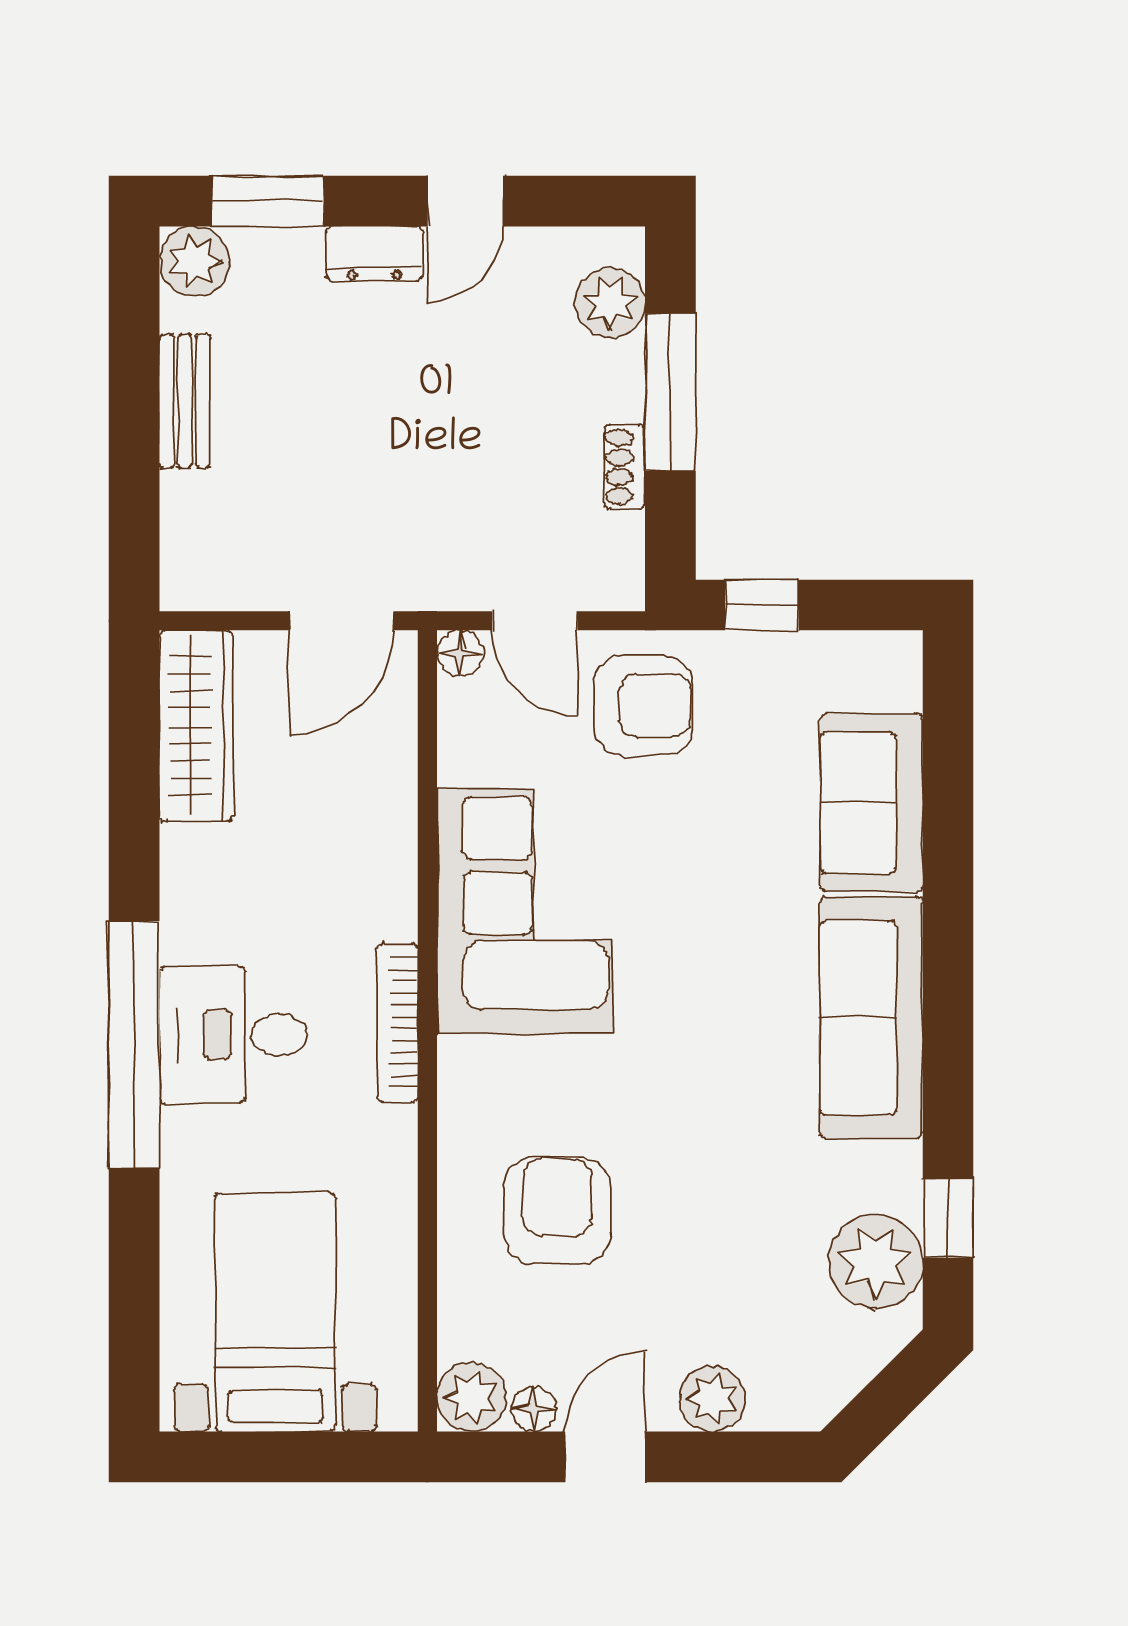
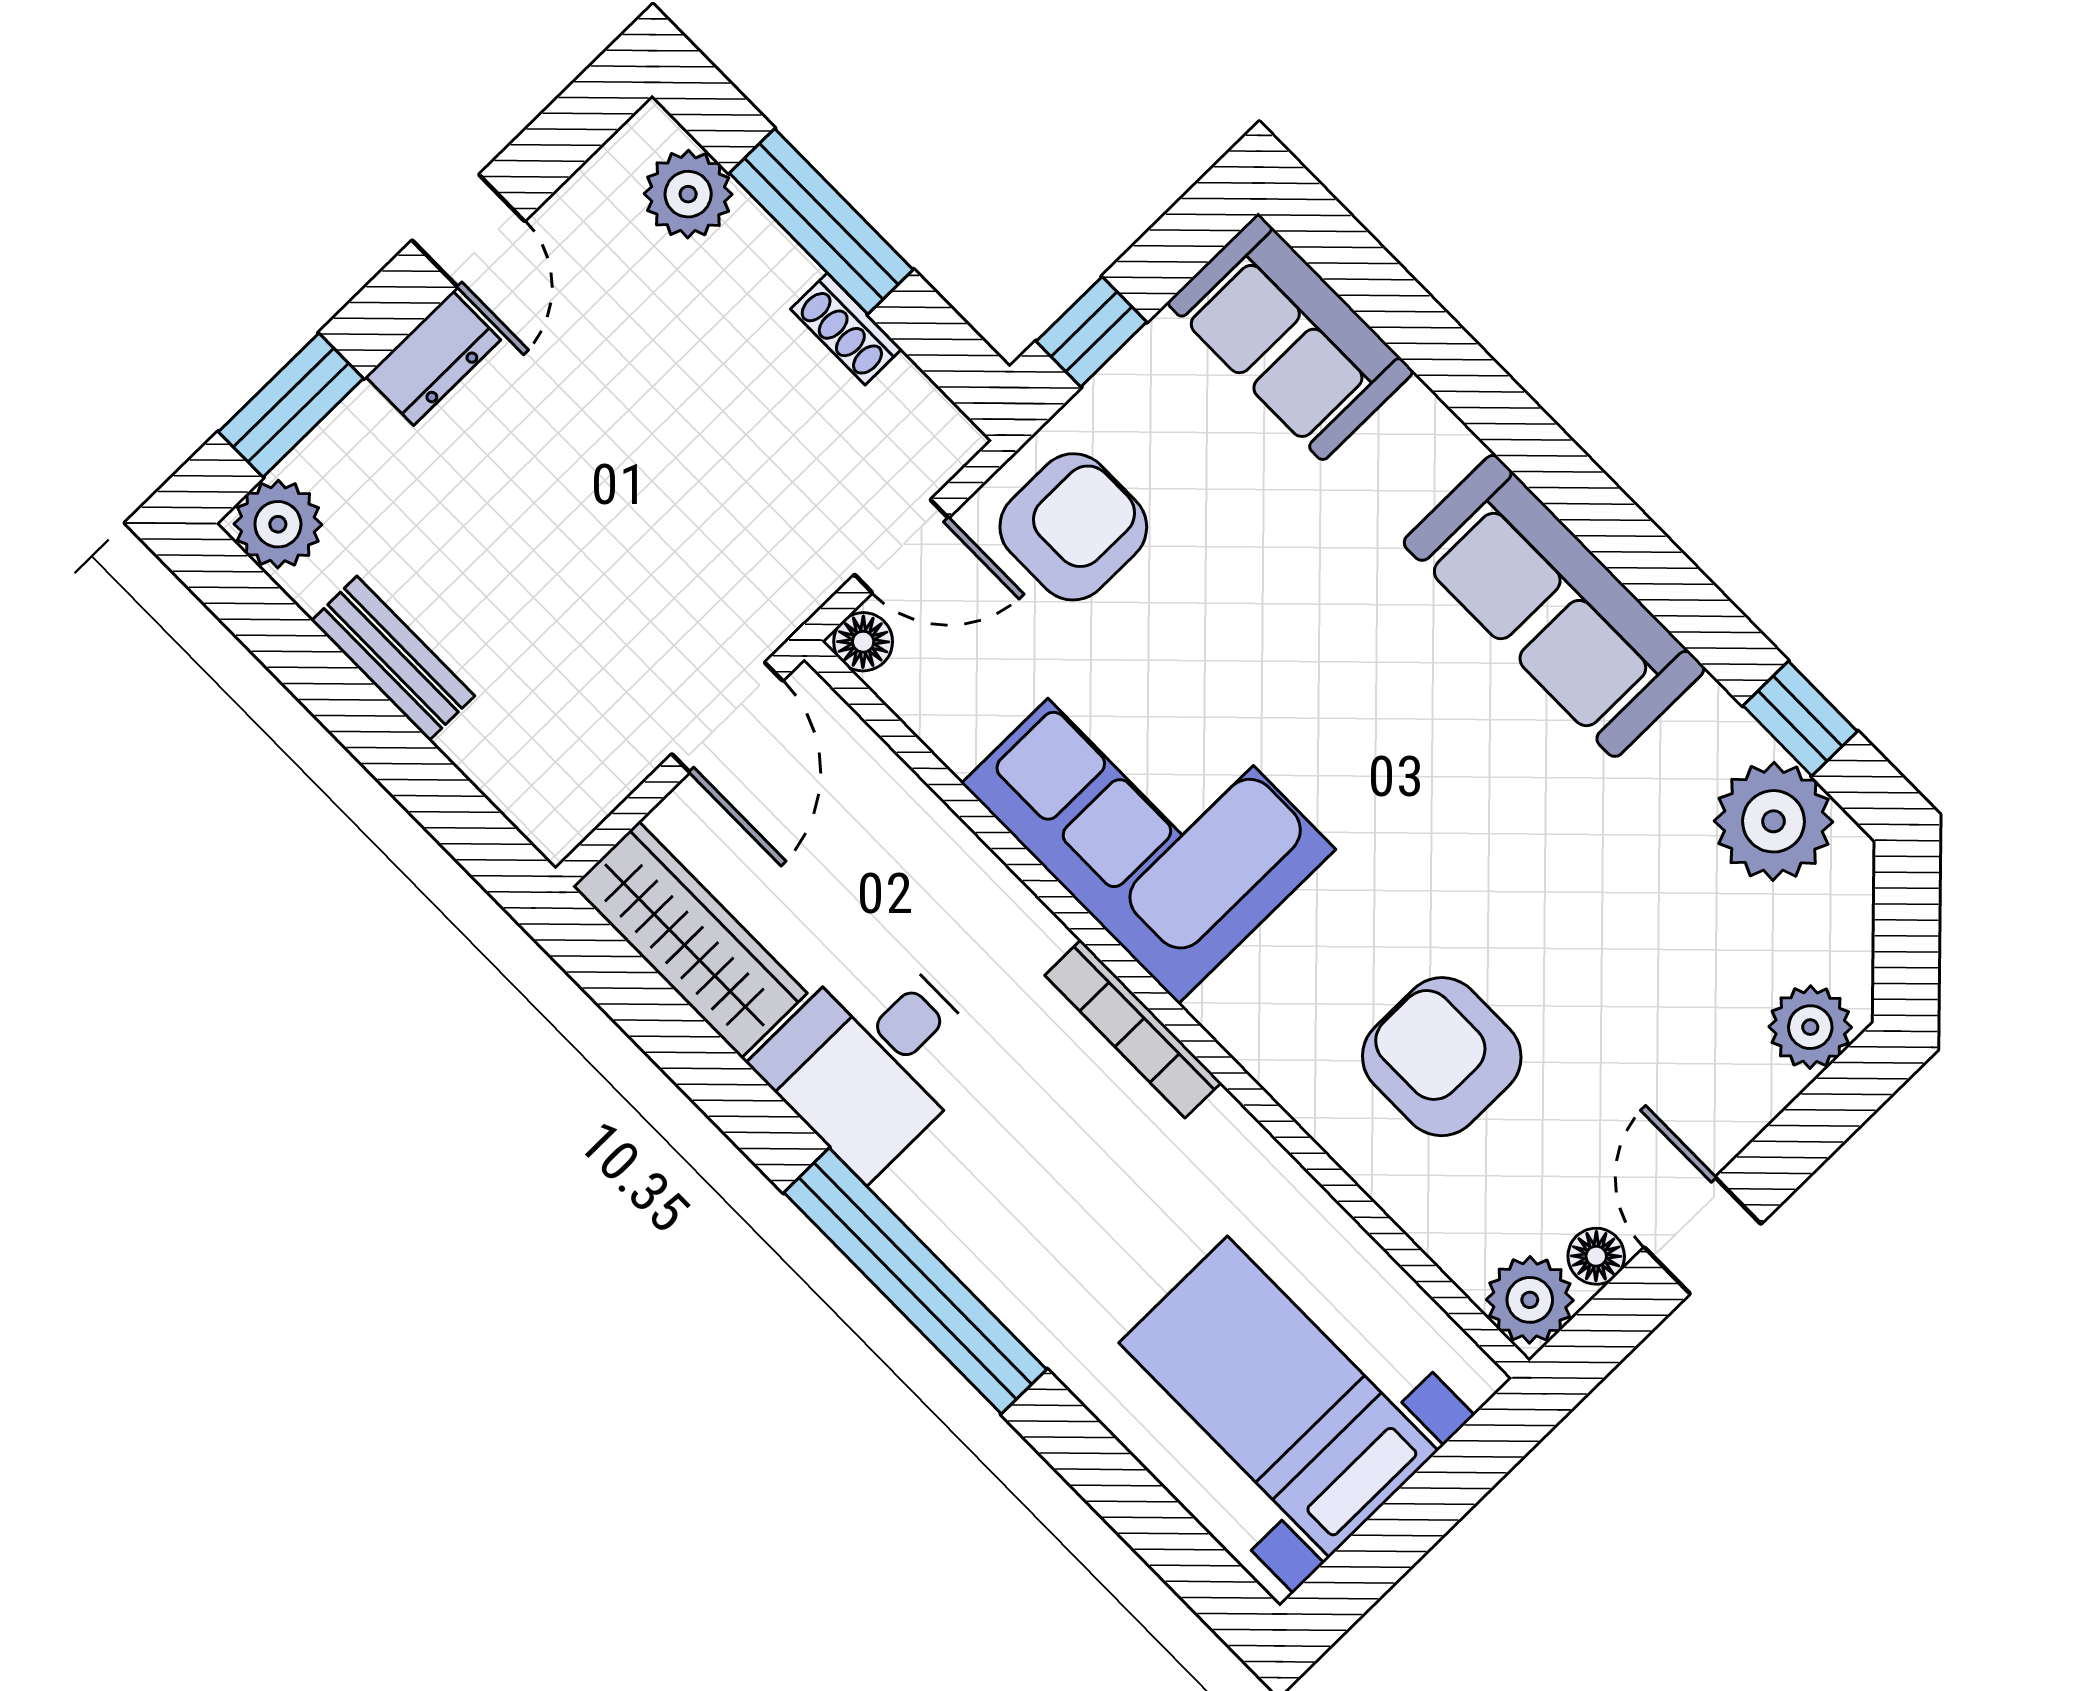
sofa: (871, 803) -> (1290, 337), moved
desk: (233, 1035) -> (873, 1059), moved
plant: (712, 1399) -> (1810, 1027), moved

